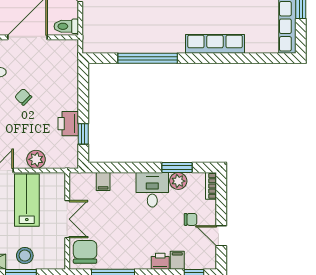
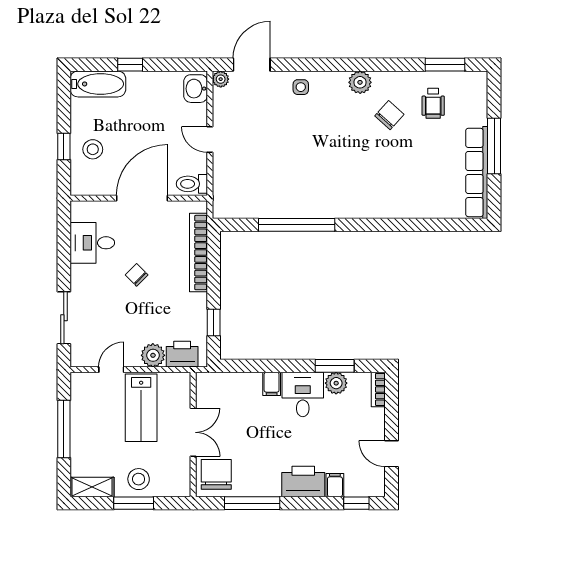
row of seats: (215, 44) -> (384, 206), removed
bookcase: (71, 80) -> (198, 253), added
printer: (68, 124) -> (182, 354), moved, turned 90
filing cabinet: (103, 182) -> (272, 384), moved
lab bench: (27, 200) -> (141, 408), turned 180
chair: (191, 219) -> (352, 433), removed
printer: (160, 261) -> (303, 481), width x1.87, depth x1.48

